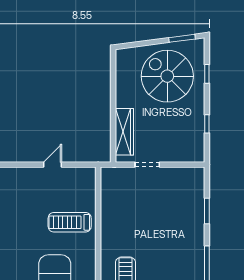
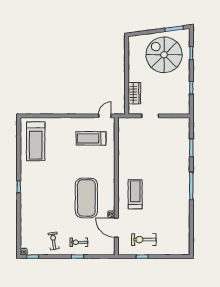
wardrobe: (124, 132) -> (134, 93), width x0.67
door: (53, 165) -> (105, 116), moved
treadmill: (70, 222) -> (91, 138), moved

